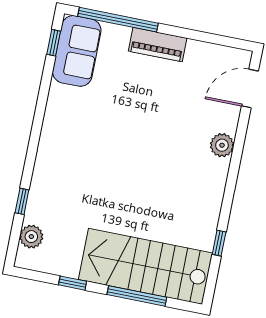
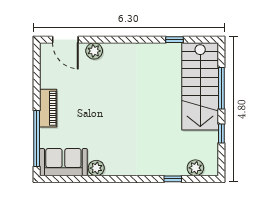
window: (54, 43) -> (61, 179), removed
plant: (59, 96) -> (96, 168), added
plant: (222, 145) -> (94, 51), moved

